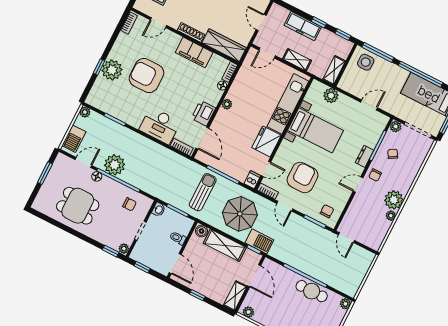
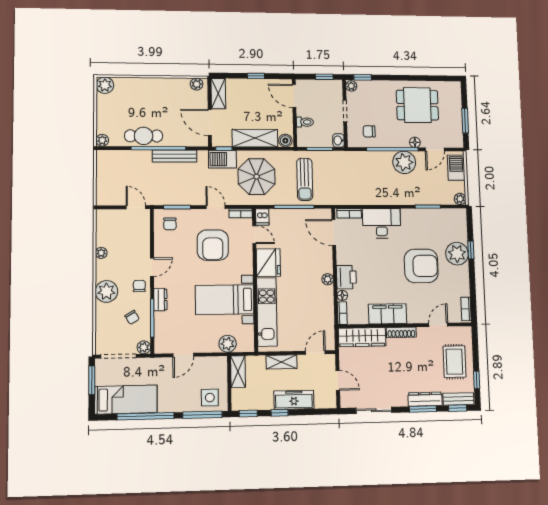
printer: (203, 113) -> (346, 277), moved
door: (266, 169) -> (254, 235), swing flipped
plant: (394, 200) -> (106, 291), moved
bench: (296, 263) -> (175, 156), added

